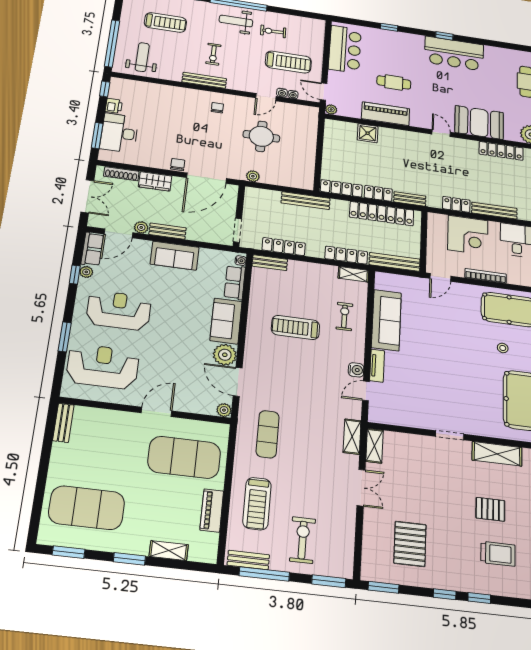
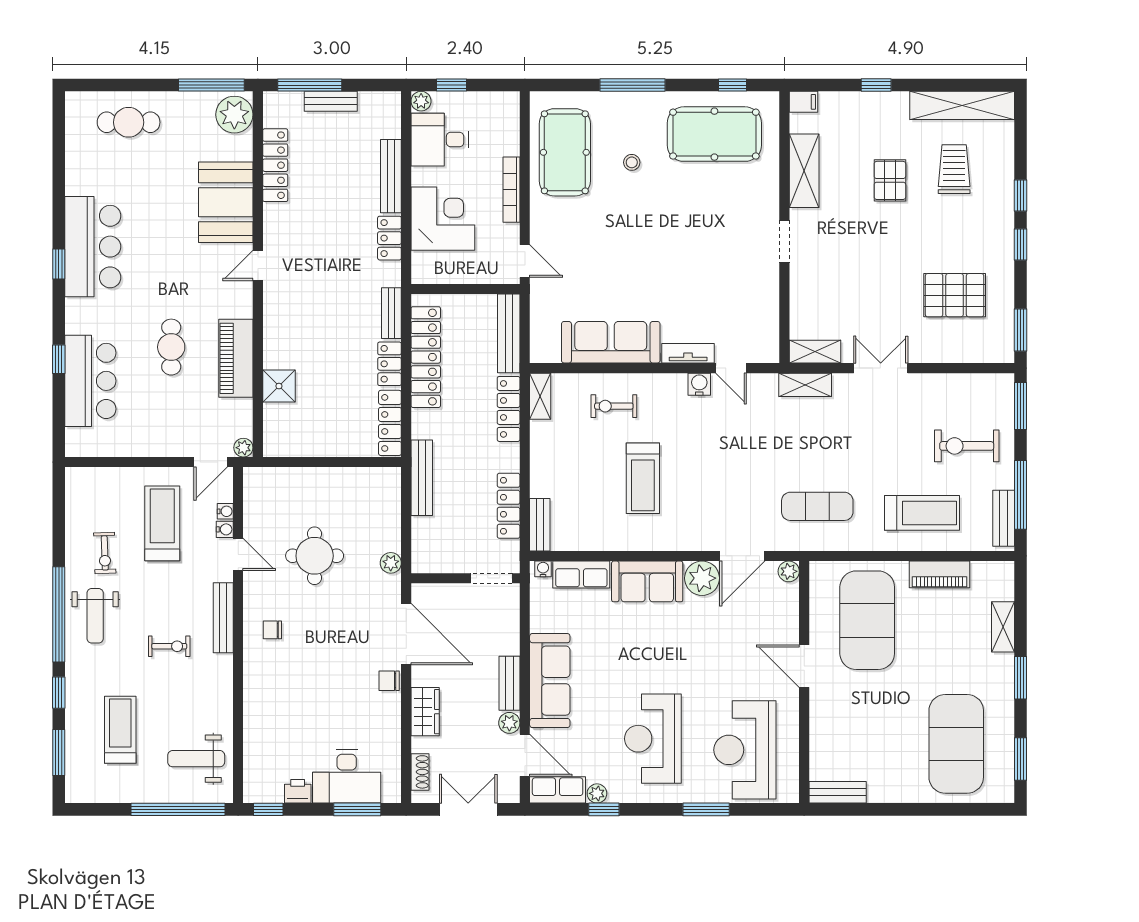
bar counter: (345, 49) -> (90, 381), moved, turned 90
bench: (204, 80) -> (223, 618), moved
shoe rack: (121, 174) -> (420, 772), width x0.70
sofa: (175, 256) -> (550, 681), width x1.36

